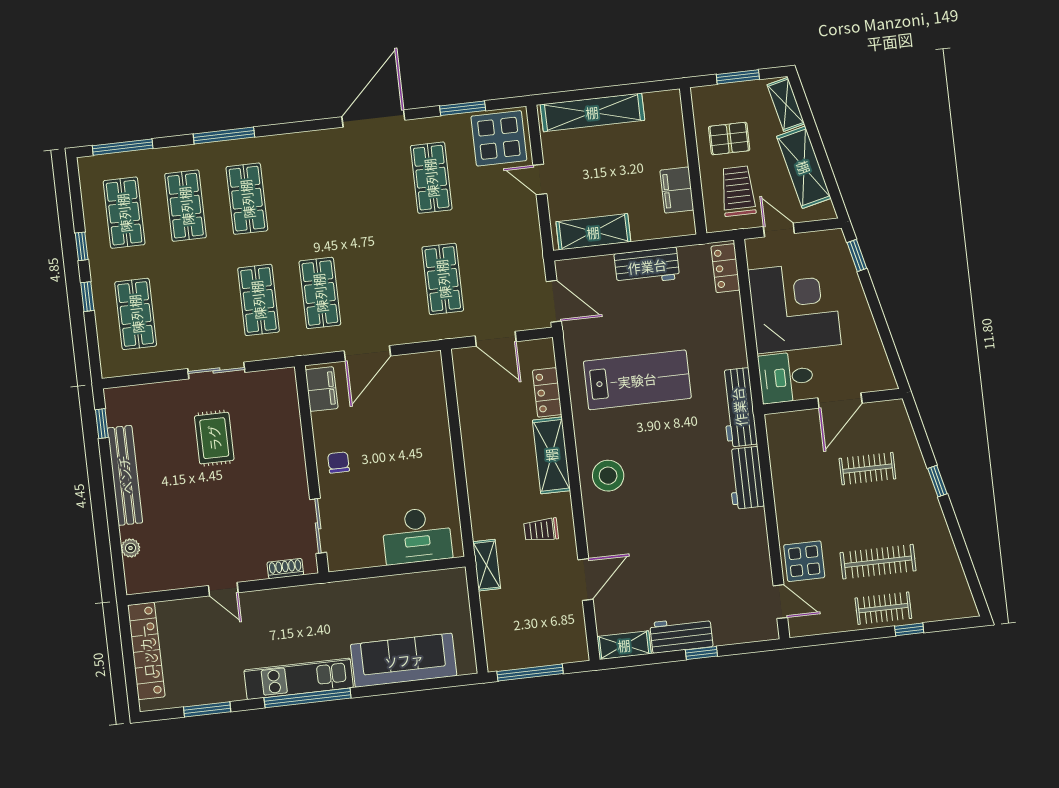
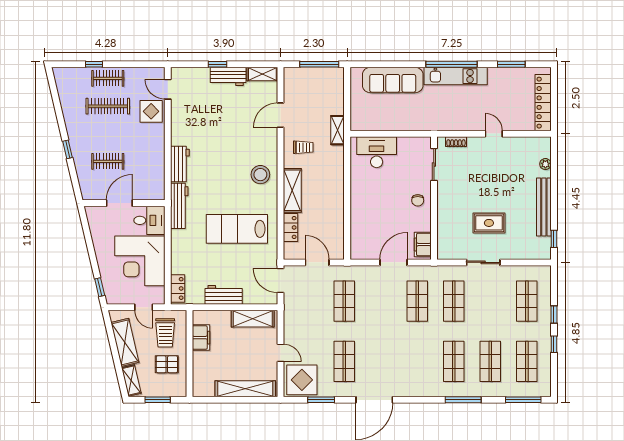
rug: (214, 438) -> (489, 223), turned 90

